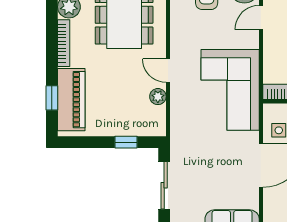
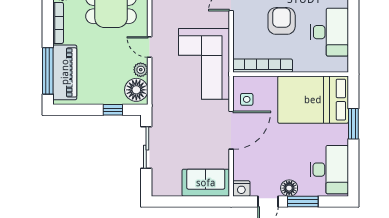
window: (52, 98) -> (48, 71), width x2.17
floor lamp: (153, 119) -> (136, 90), added

